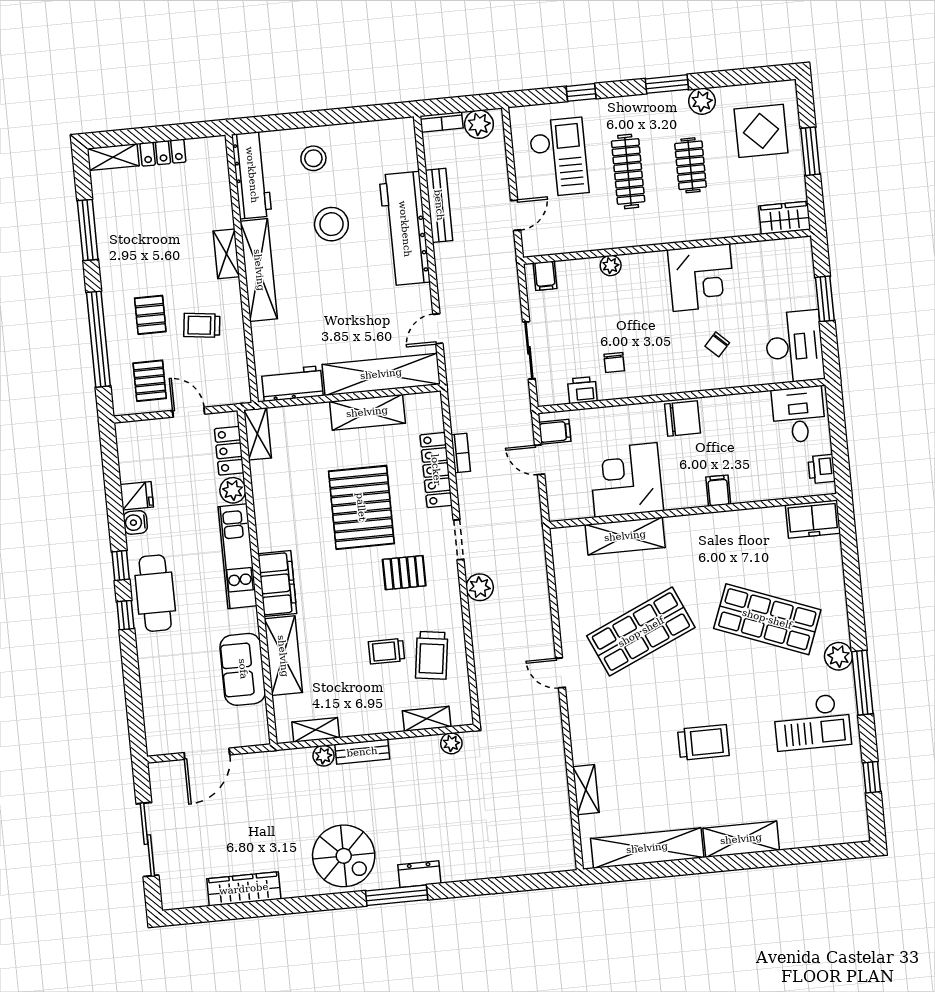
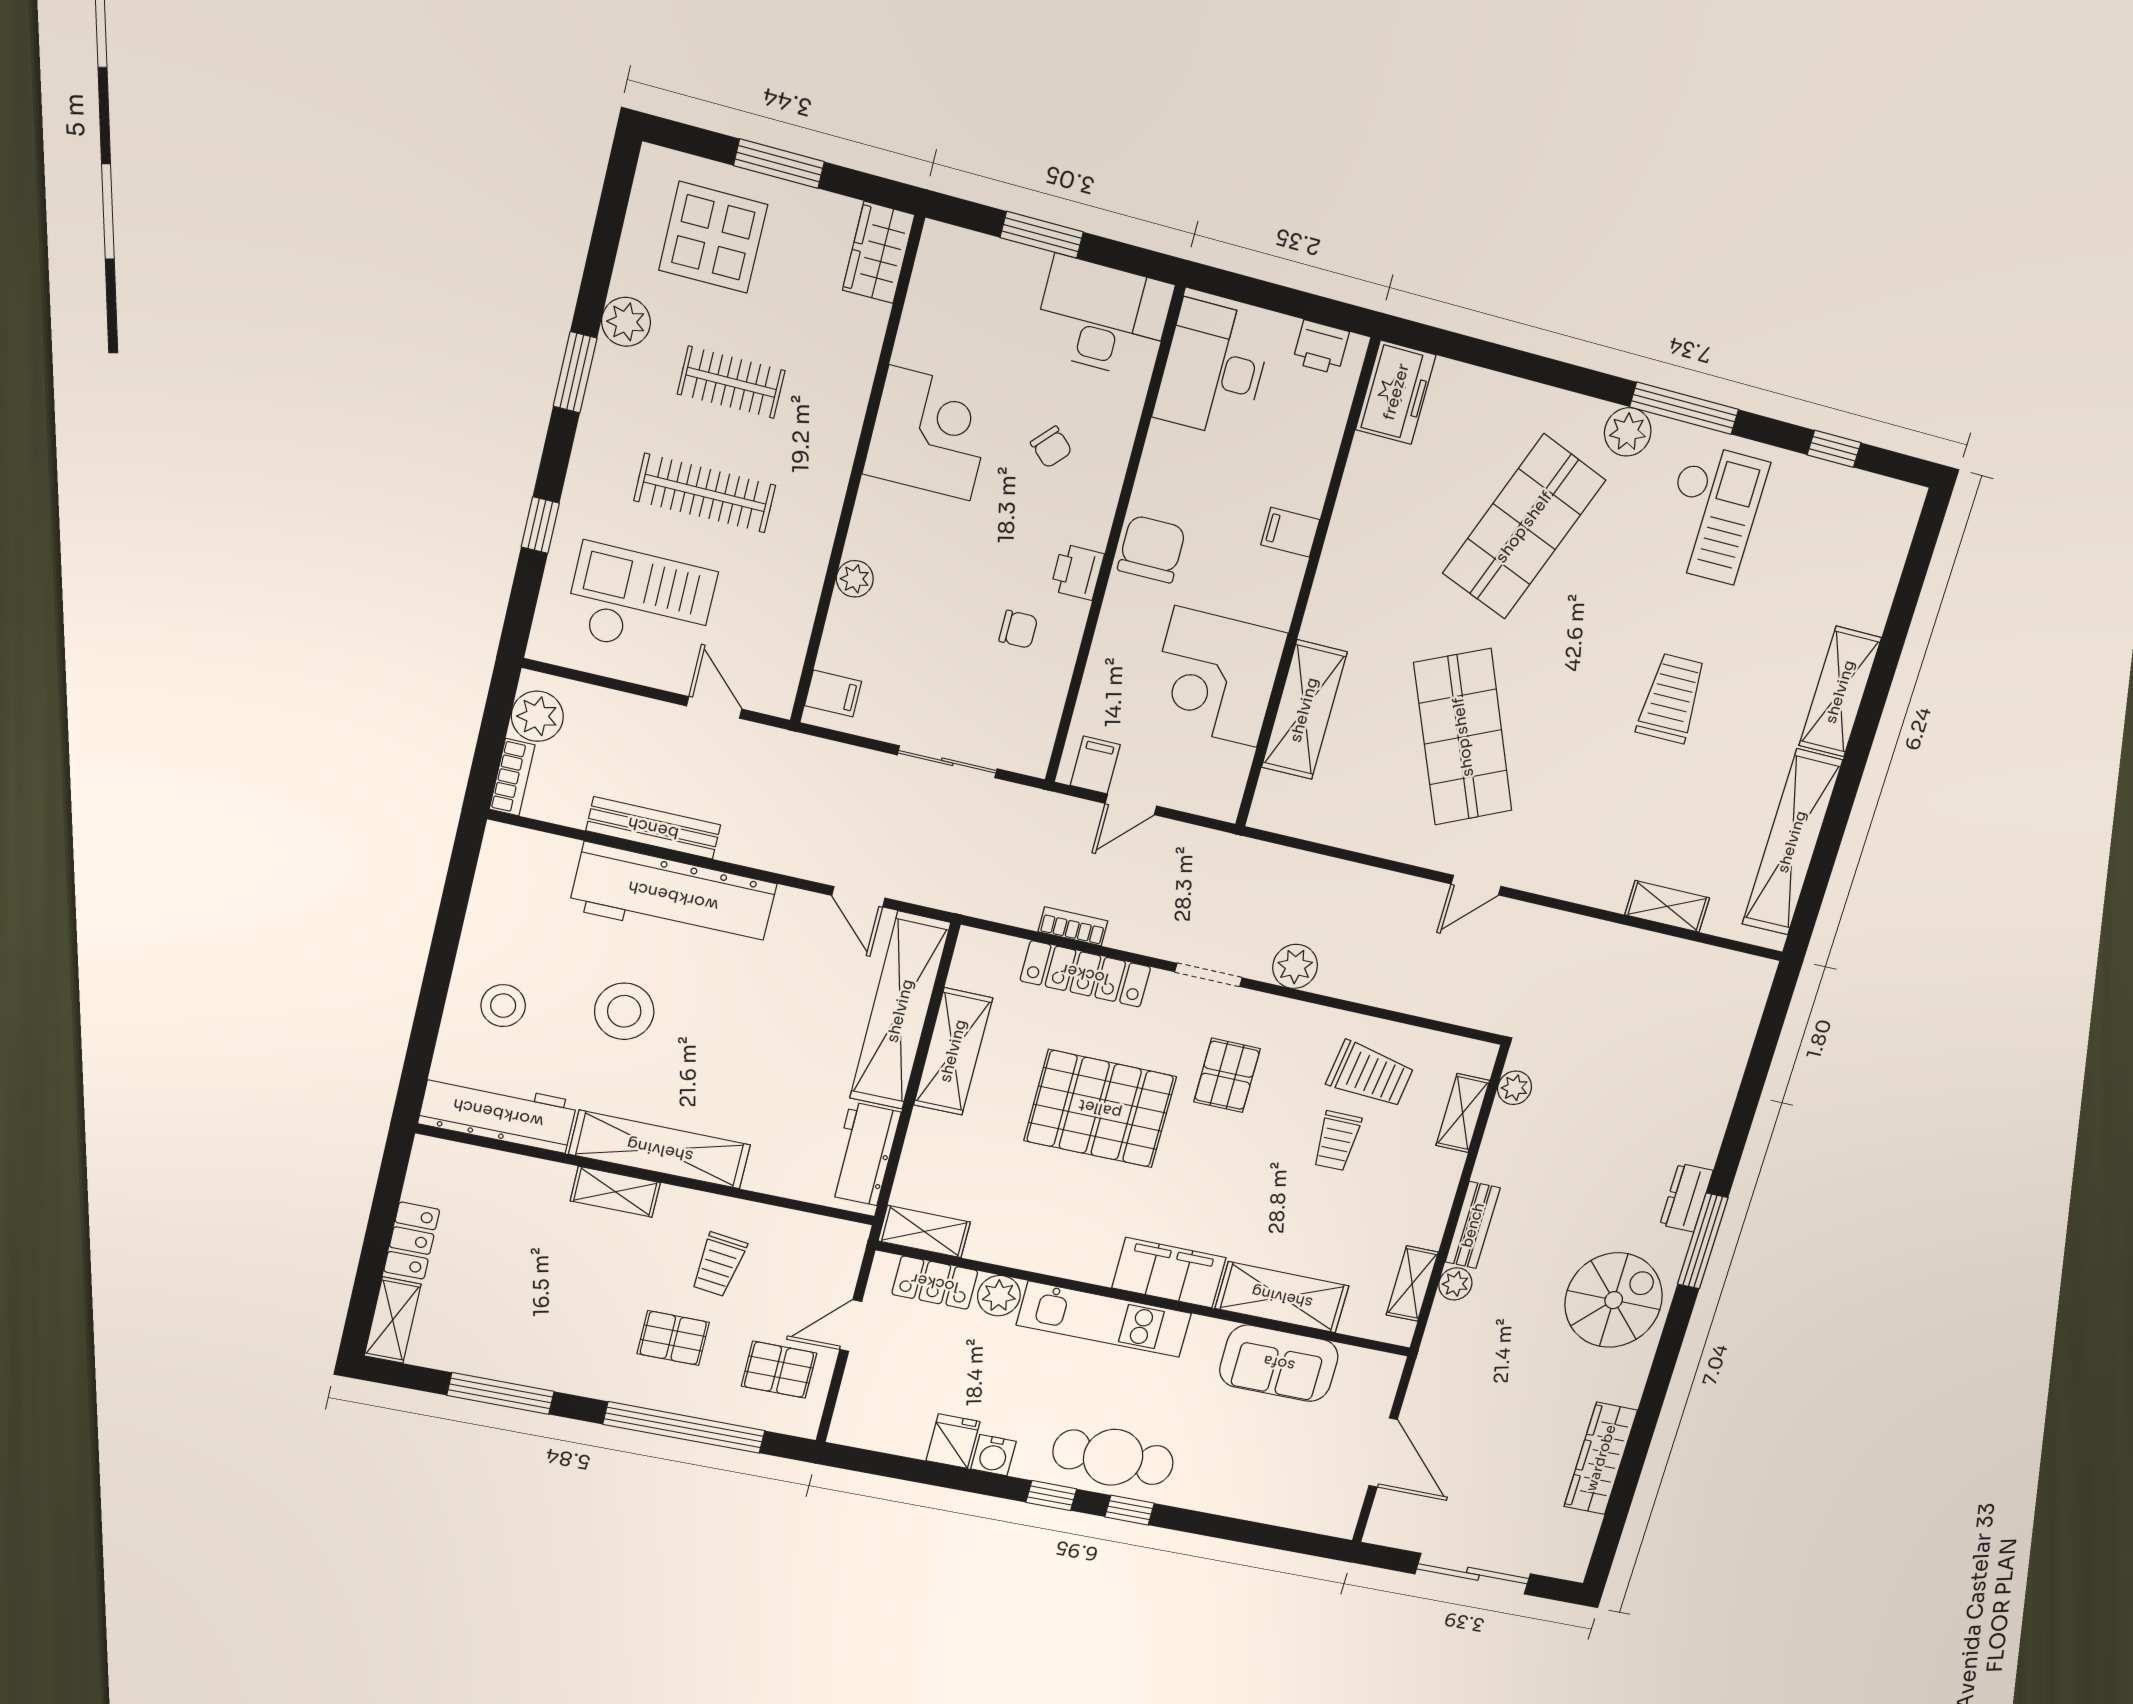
printer: (582, 390) -> (1077, 572), moved
desk: (799, 415) -> (1213, 369), width x1.37

